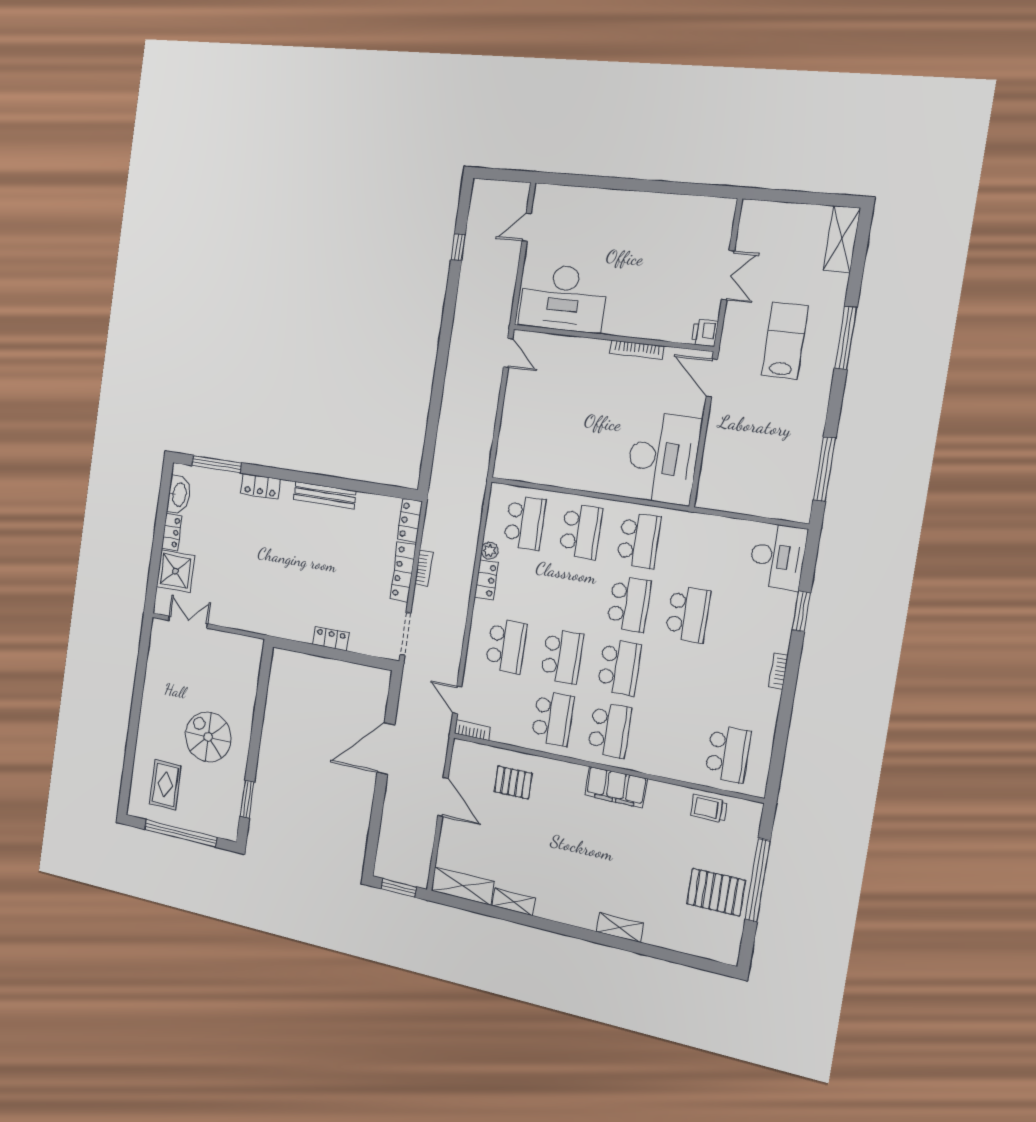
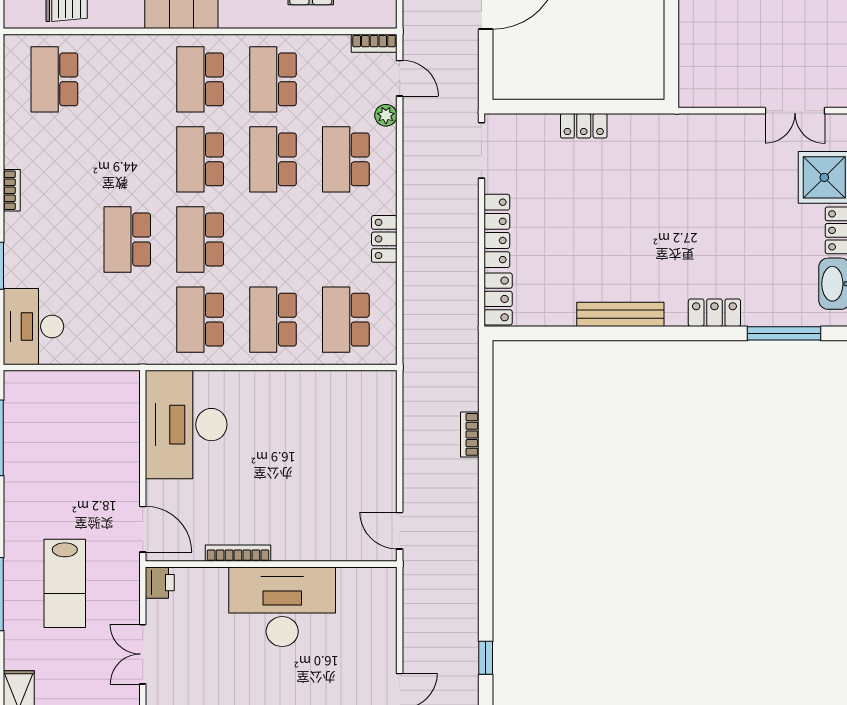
desk: (563, 298) -> (282, 607), moved
plant: (490, 551) -> (386, 115), moved
bookcase: (424, 568) -> (470, 434), moved

